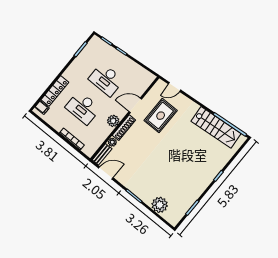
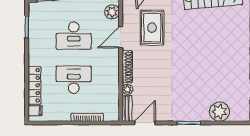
desk: (83, 108) -> (74, 80), turned 180
plant: (113, 121) -> (112, 12), moved

